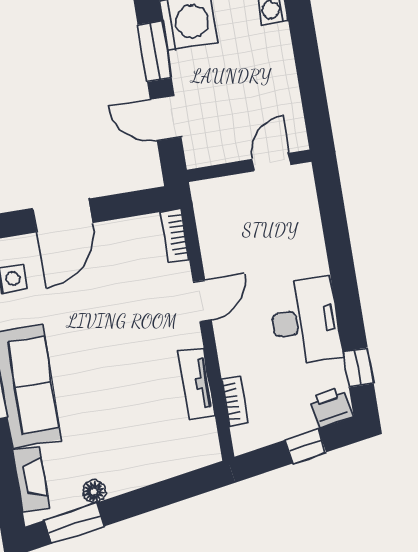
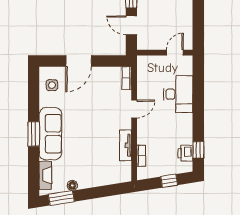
desk: (305, 321) -> (178, 94), moved
printer: (331, 407) -> (185, 153), moved, turned -81

